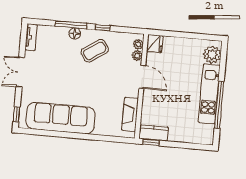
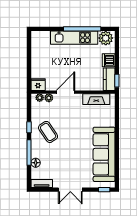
floor lamp: (75, 33) -> (36, 163), moved
plant: (212, 55) -> (106, 38), moved
dishwasher: (177, 134) -> (109, 60), added

